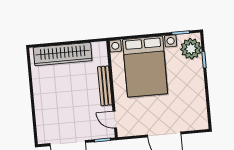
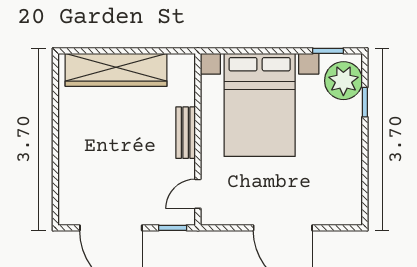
bench: (105, 86) -> (186, 133), width x0.73
door: (115, 120) -> (198, 194), hinge flipped

